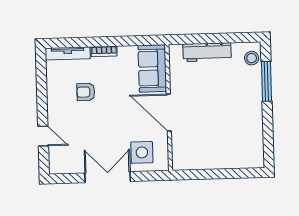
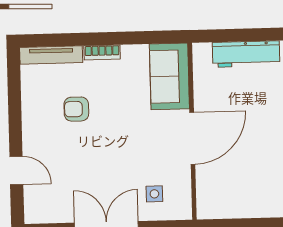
door: (169, 113) -> (192, 138), swing flipped
side table: (142, 152) -> (154, 194), width x0.54, depth x0.54

